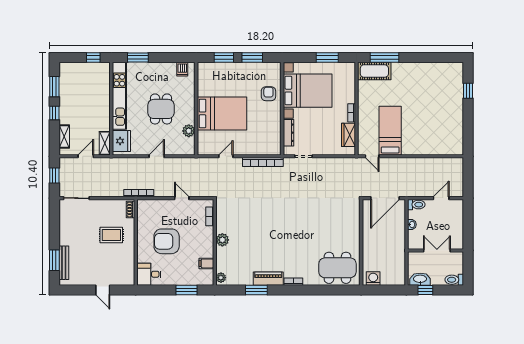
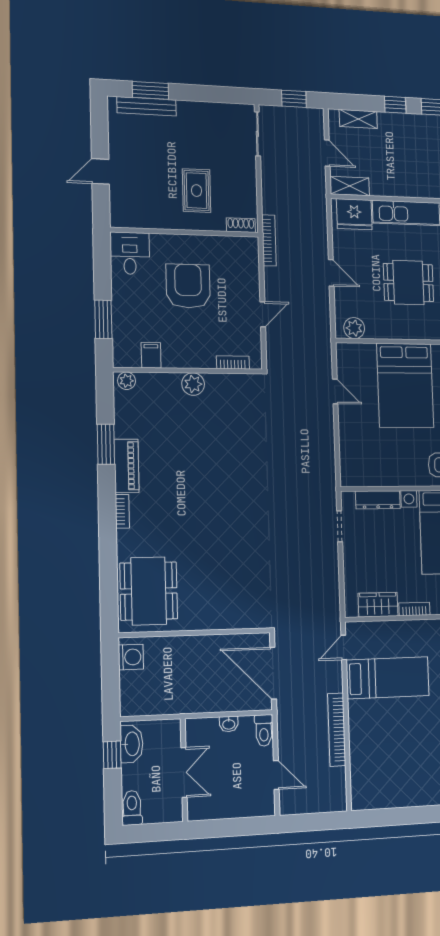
plant: (189, 131) -> (354, 328), moved
bookcase: (263, 162) -> (337, 730), moved

